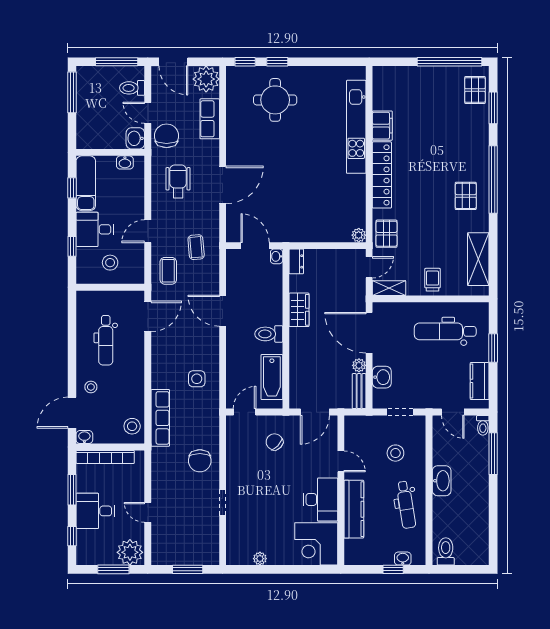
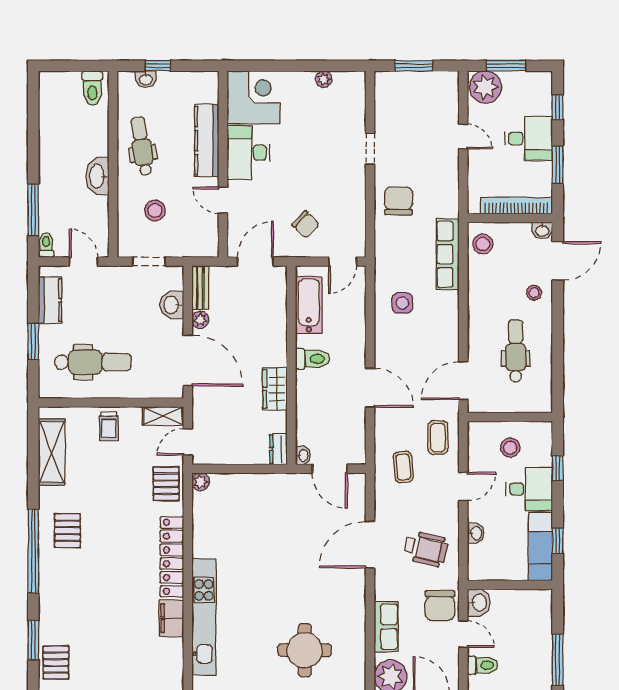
washbasin: (125, 162) -> (476, 533), moved, turned 90
wheelchair: (178, 181) -> (426, 549), turned -77

